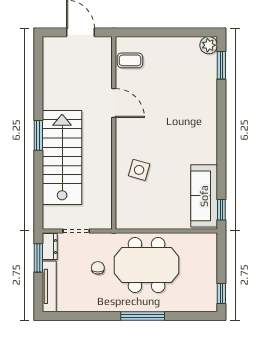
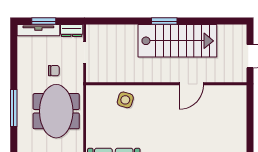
coffee table: (130, 60) -> (227, 97), removed
stairs: (62, 158) -> (177, 41), moved
side table: (139, 170) -> (125, 100), moved
window: (38, 258) -> (44, 21), moved

